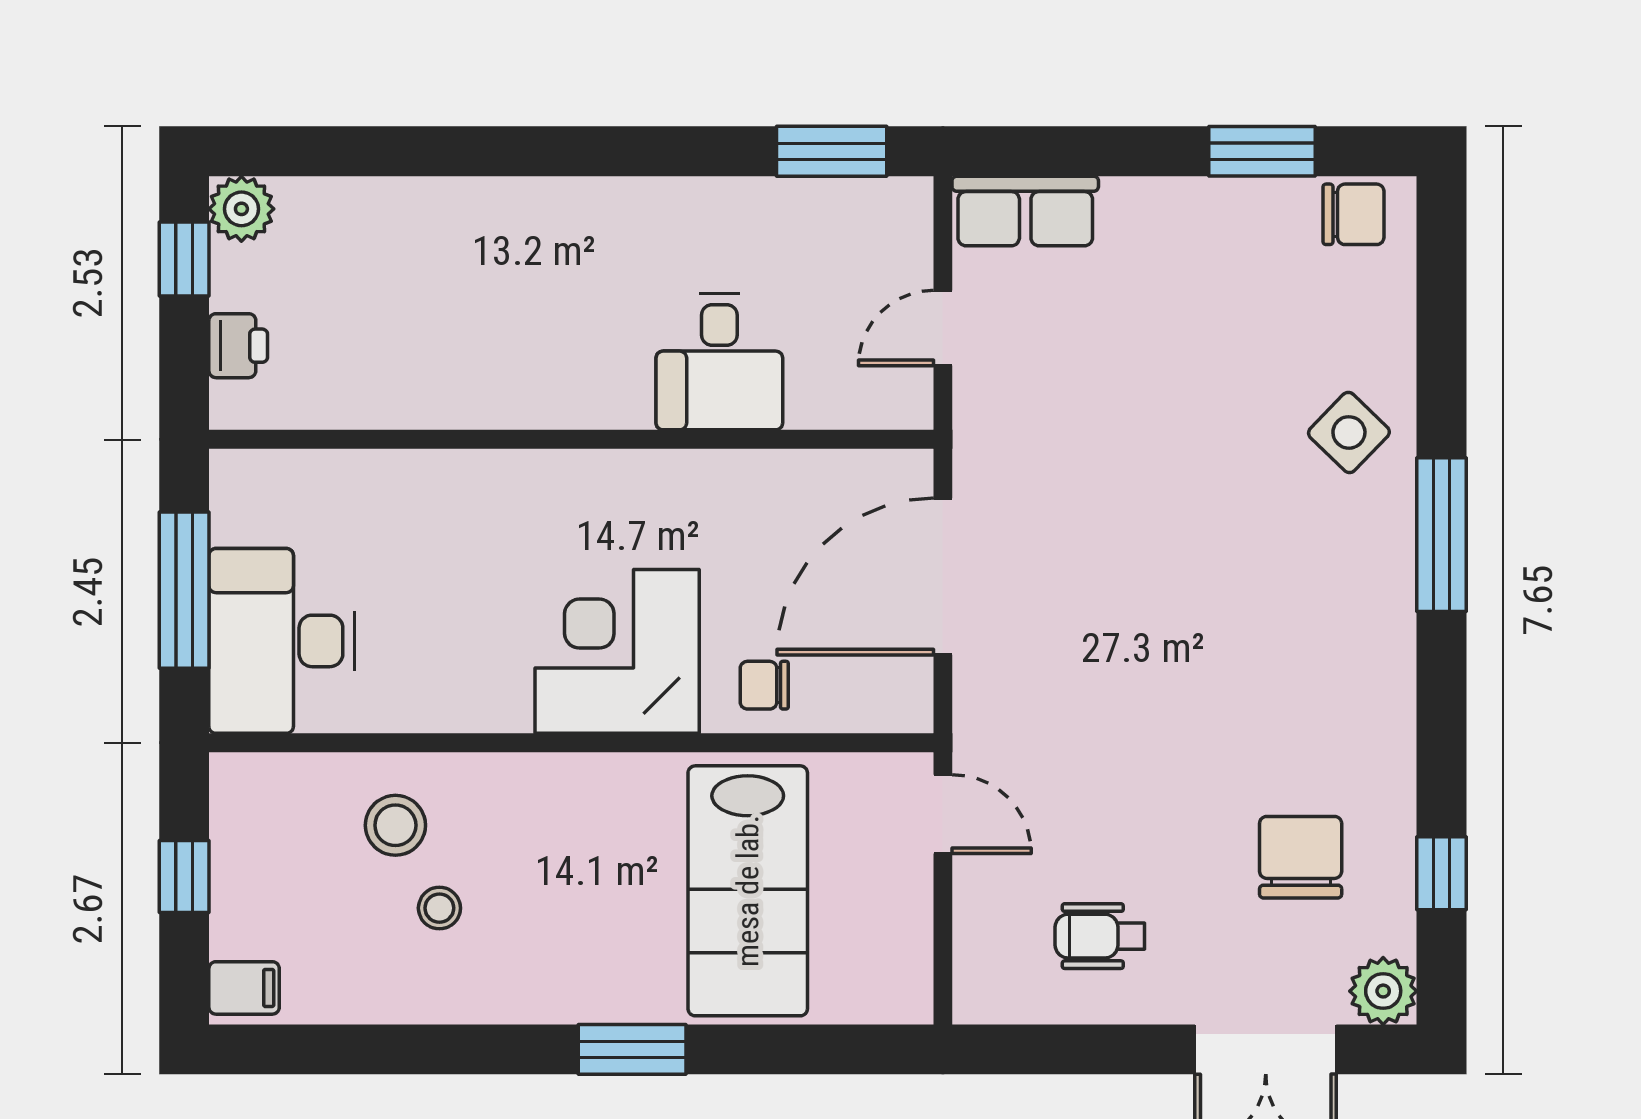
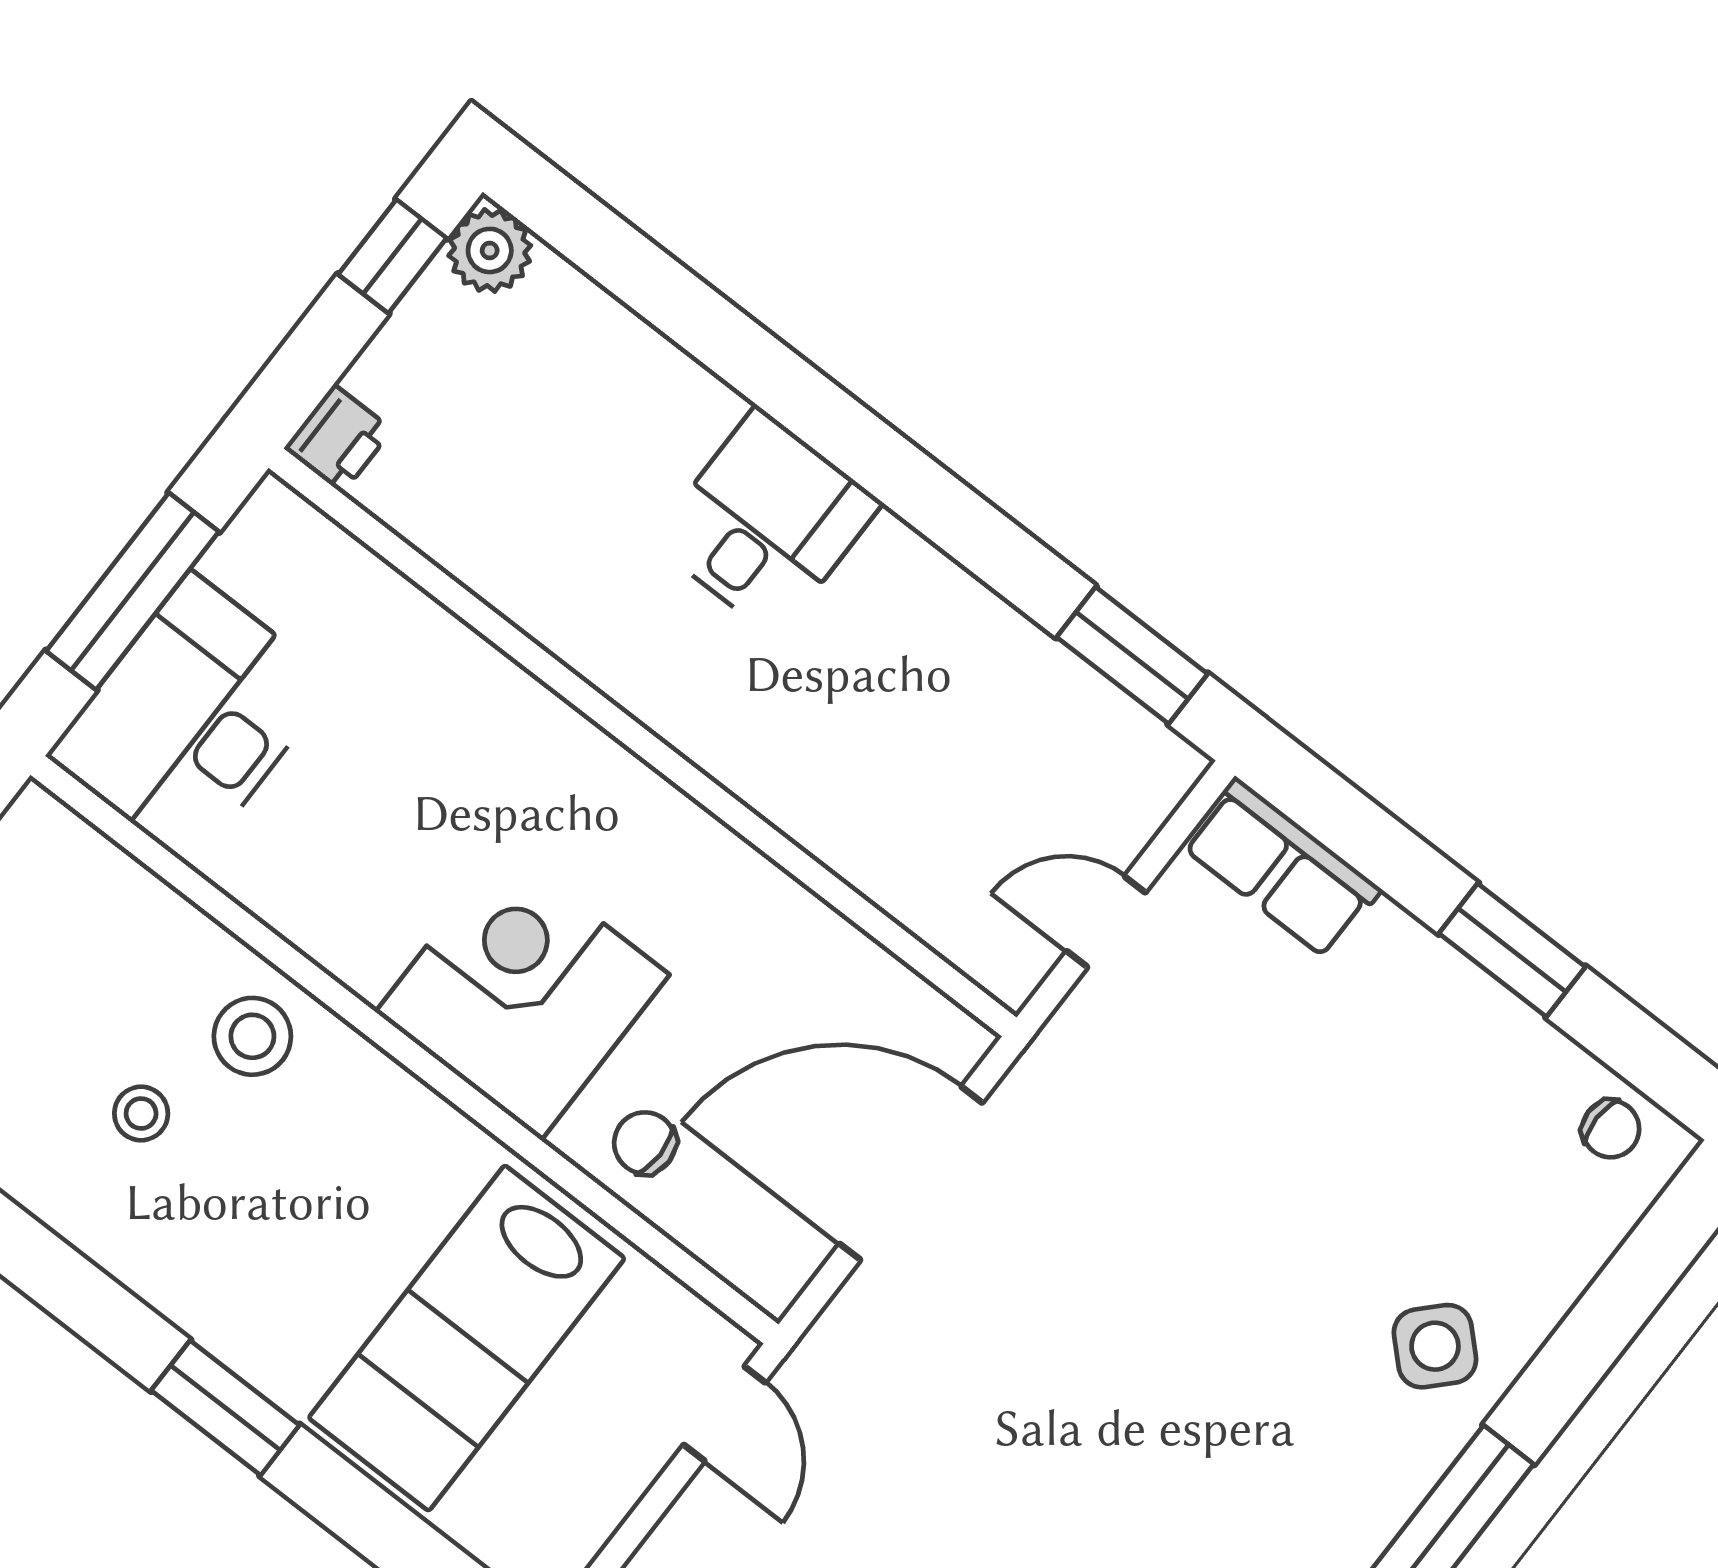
window: (1262, 151) -> (1512, 950), moved
chair: (1353, 214) -> (1611, 1129), width x0.73, depth x0.73
printer: (238, 346) -> (338, 439), moved
desk: (719, 362) -> (766, 522), moved, turned 180
stool: (395, 825) -> (252, 1036), moved

